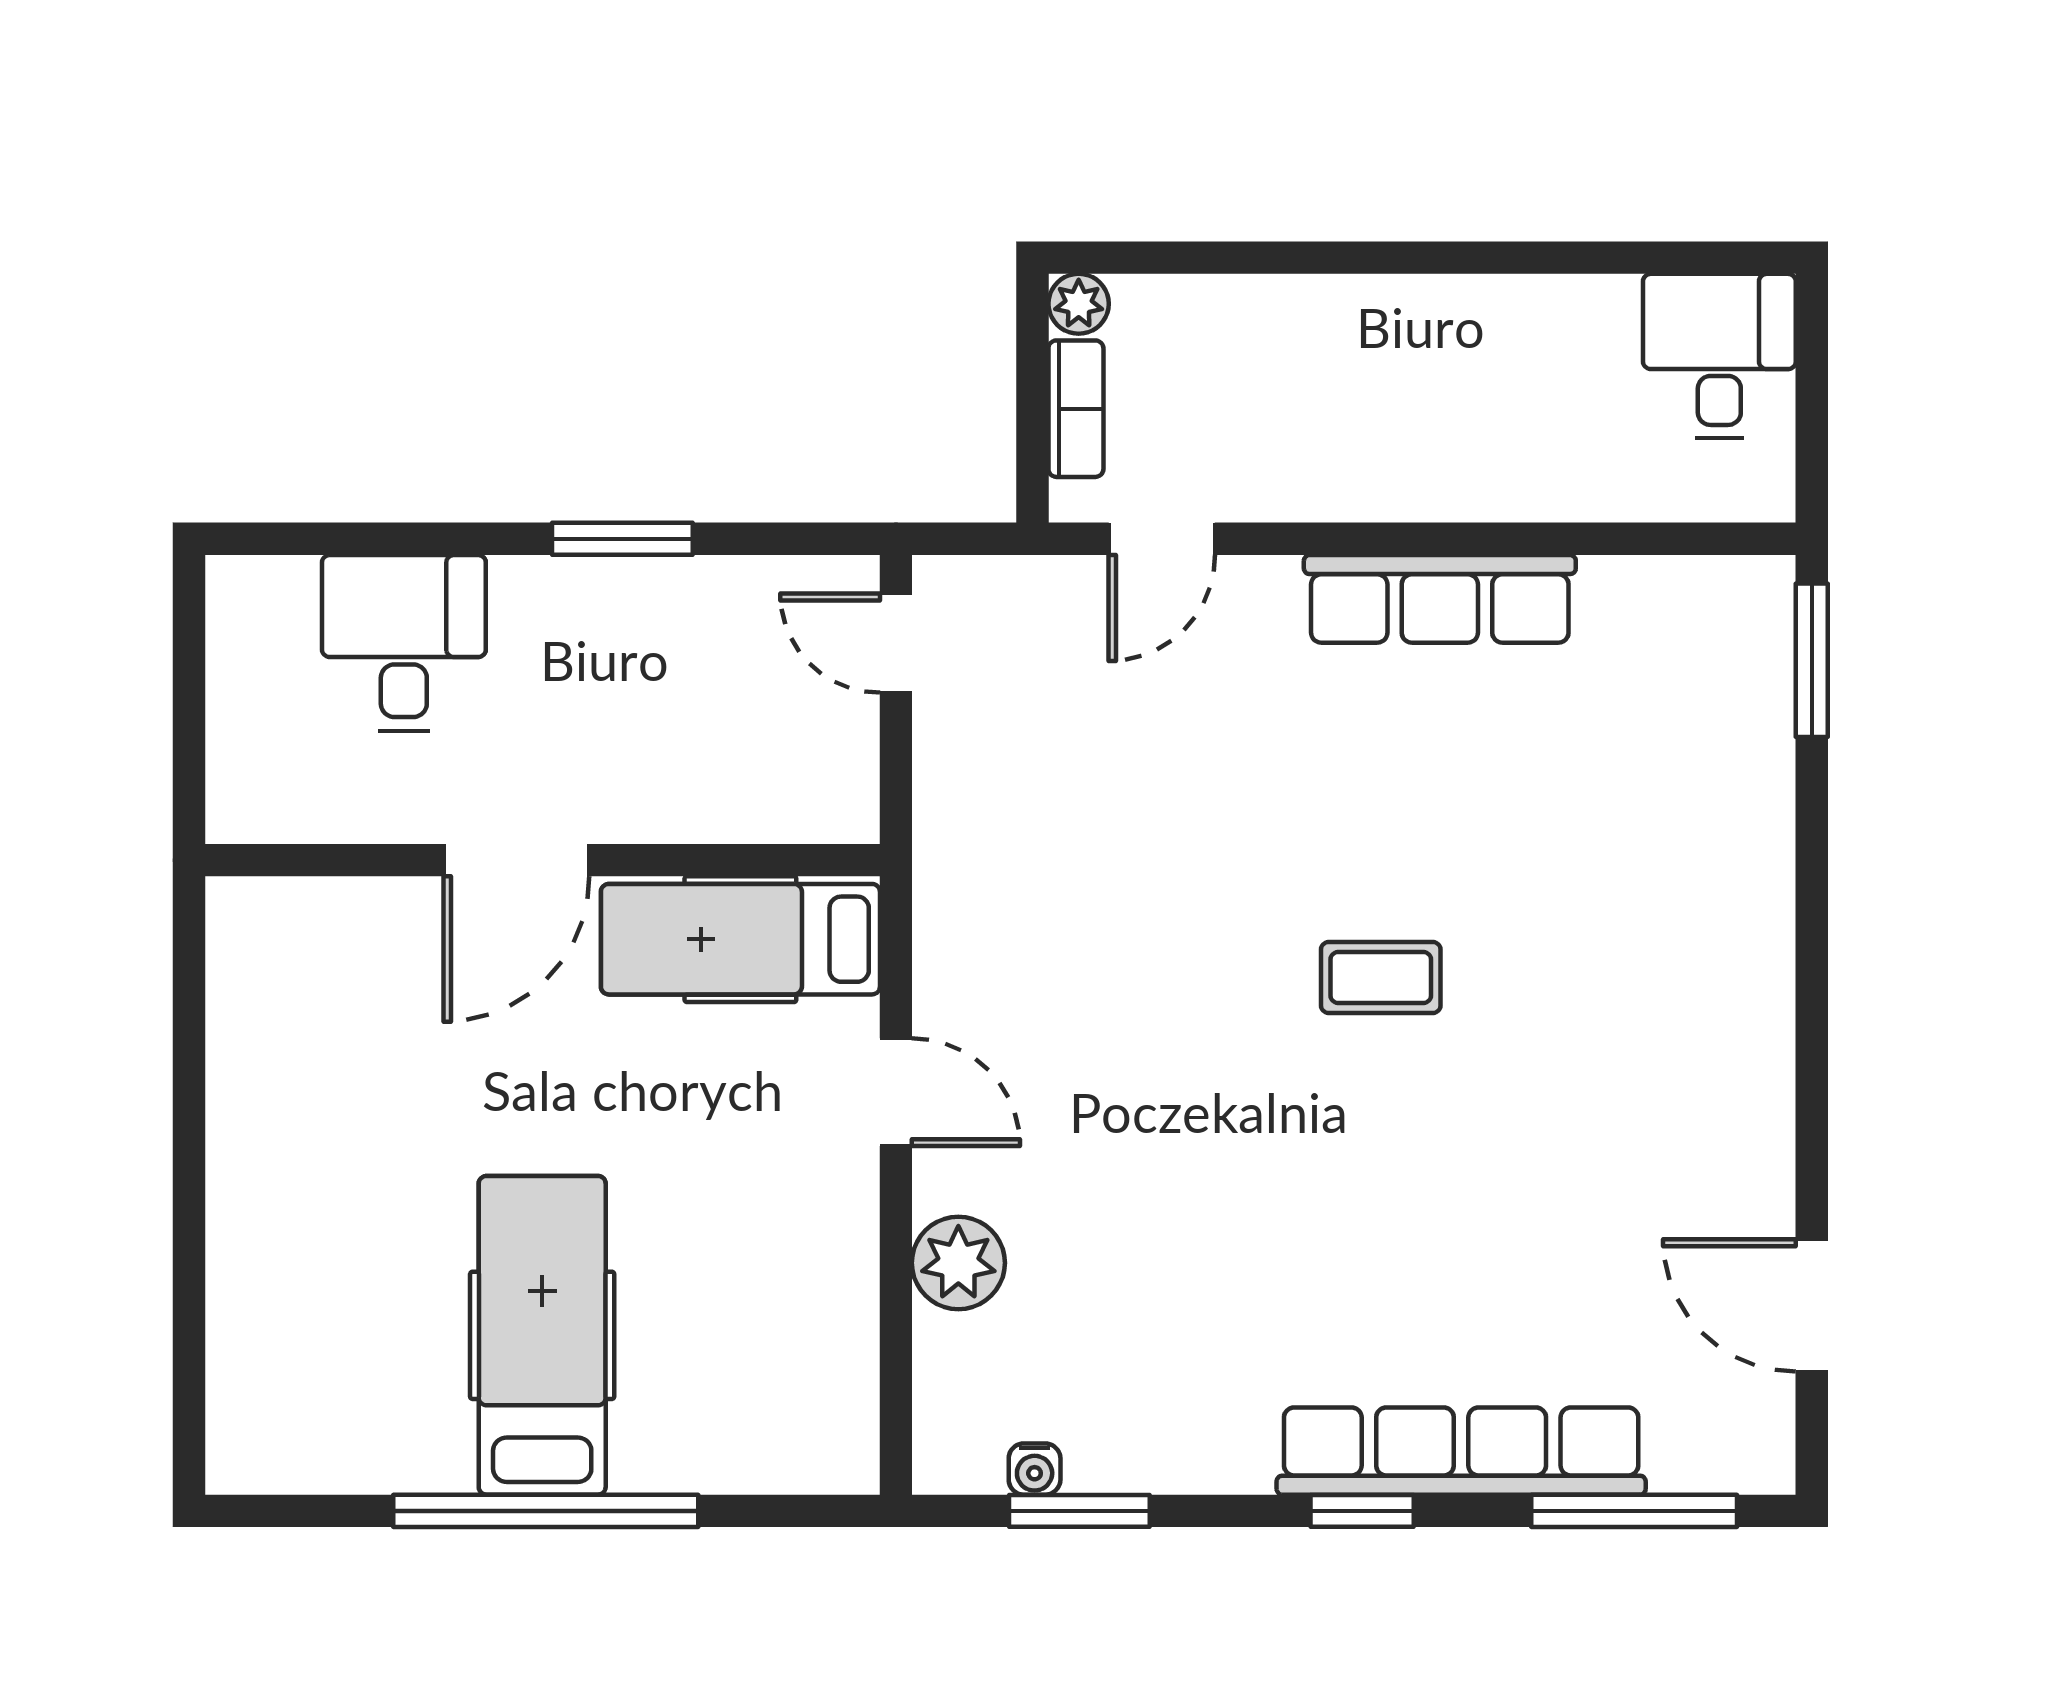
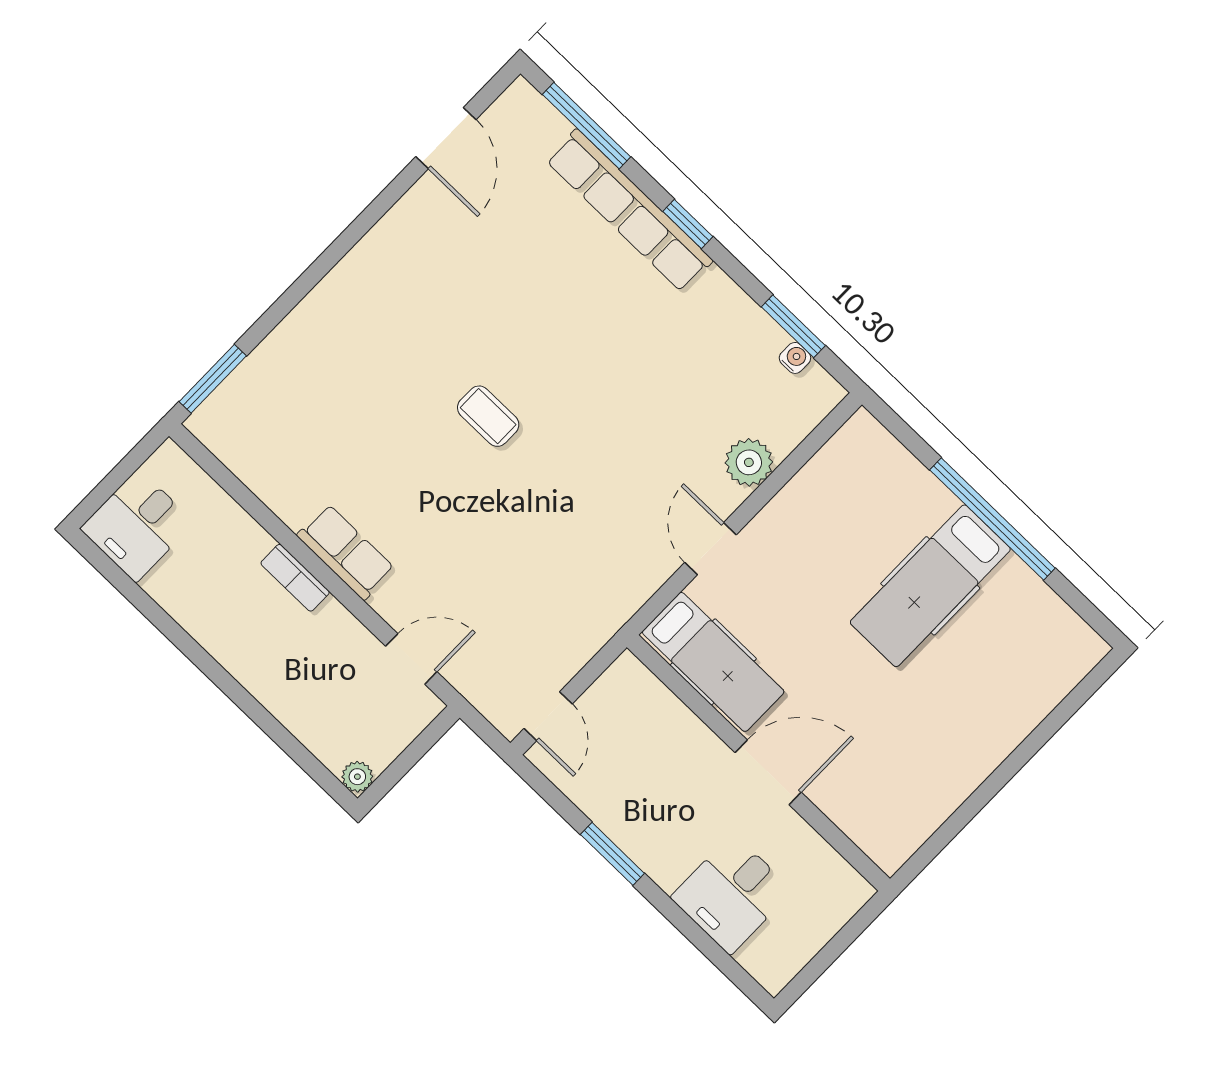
bookcase: (1076, 409) -> (295, 578), moved, turned -90
row of seats: (1440, 599) -> (346, 552), width x0.68

